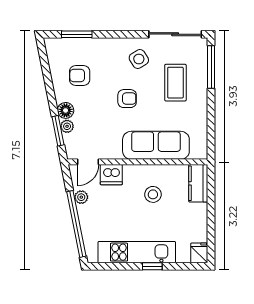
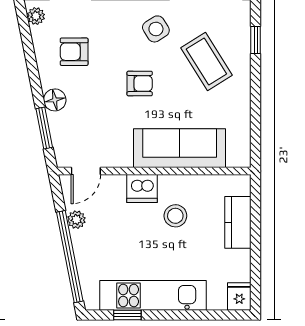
window: (211, 67) -> (256, 40), width x0.46
coffee table: (175, 83) -> (206, 62), turned -32
plant: (67, 126) -> (36, 16), moved
dishwasher: (111, 175) -> (142, 189), moved
kitchen counter: (198, 183) -> (238, 222), moved
window: (152, 266) -> (127, 315), moved

